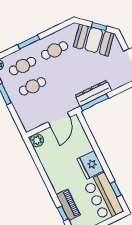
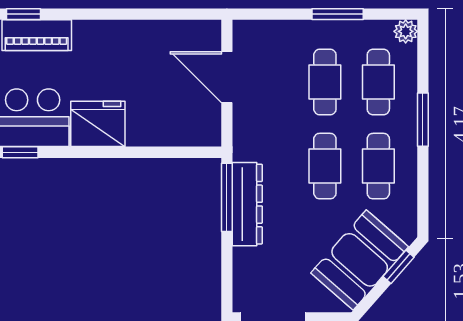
window: (99, 27) -> (399, 267), moved
cafe table: (65, 71) -> (325, 166), added
door: (59, 120) -> (227, 77), moved
plant: (37, 140) -> (206, 35), removed

